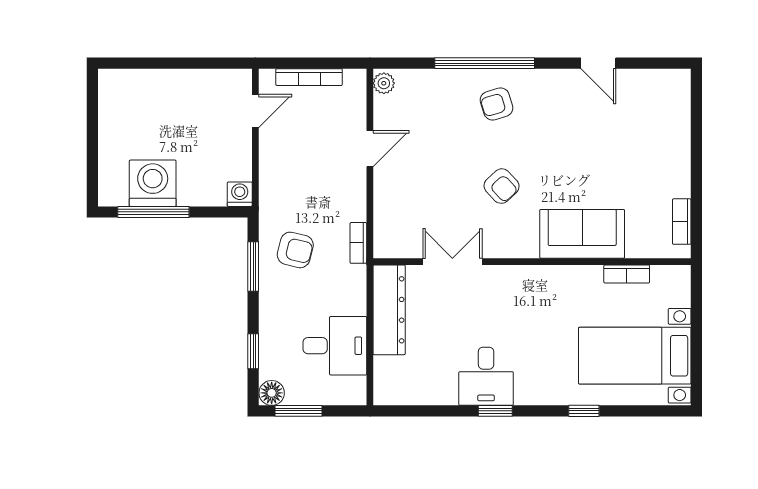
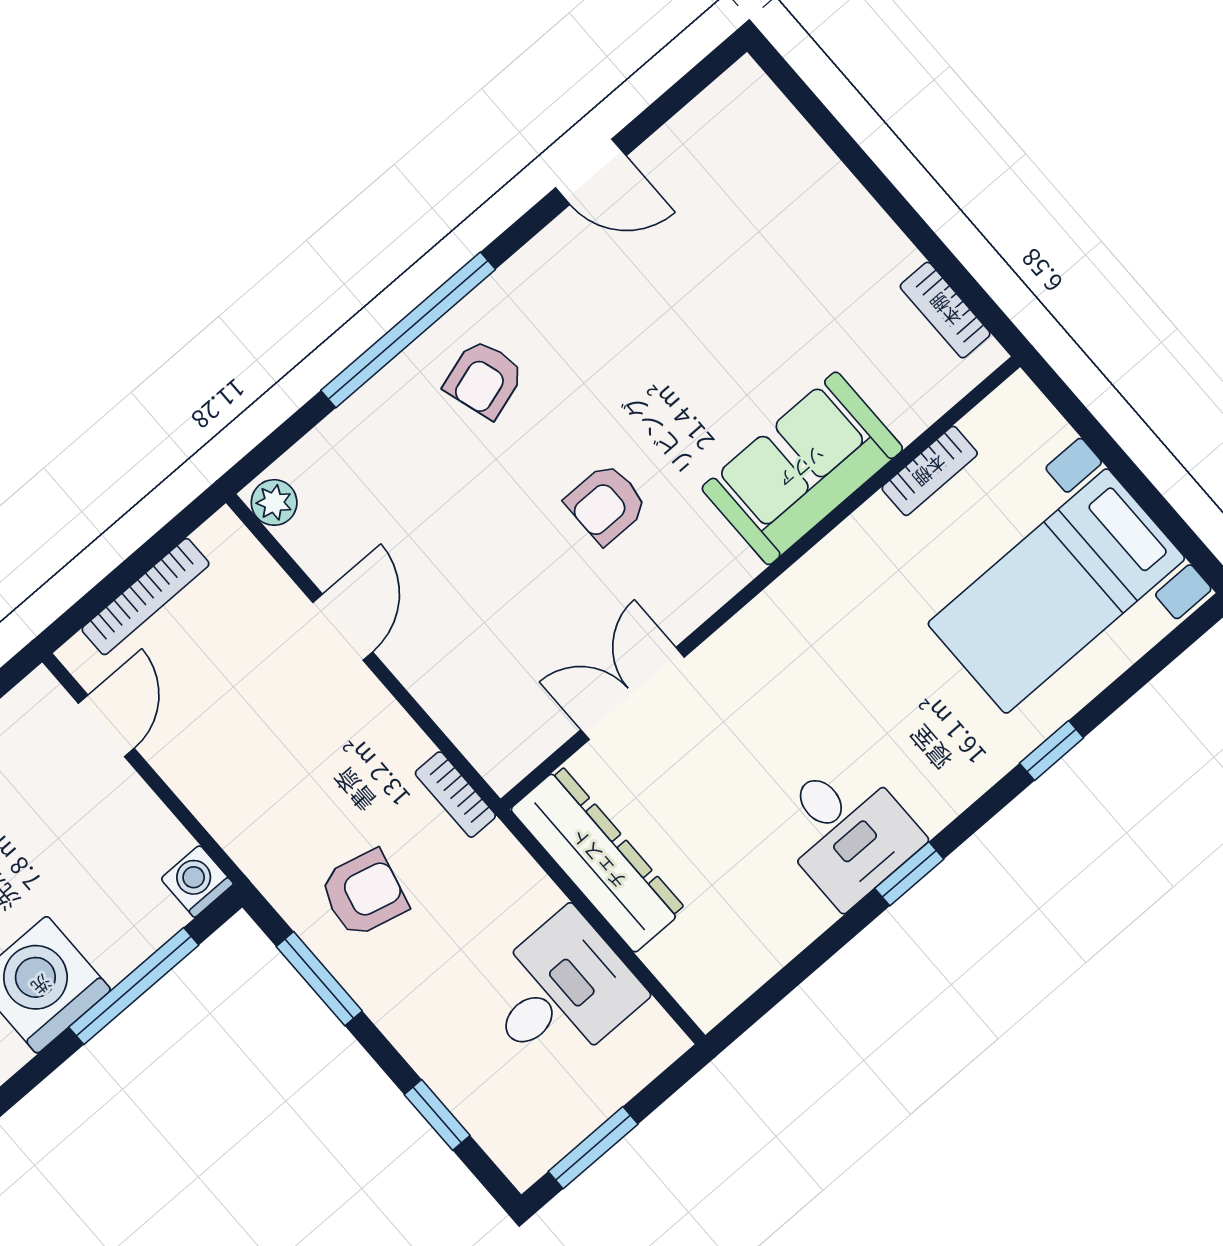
armchair: (502, 186) -> (606, 504), turned 133
window: (153, 212) -> (134, 986), moved
floor lamp: (272, 393) -> (525, 1156), removed

